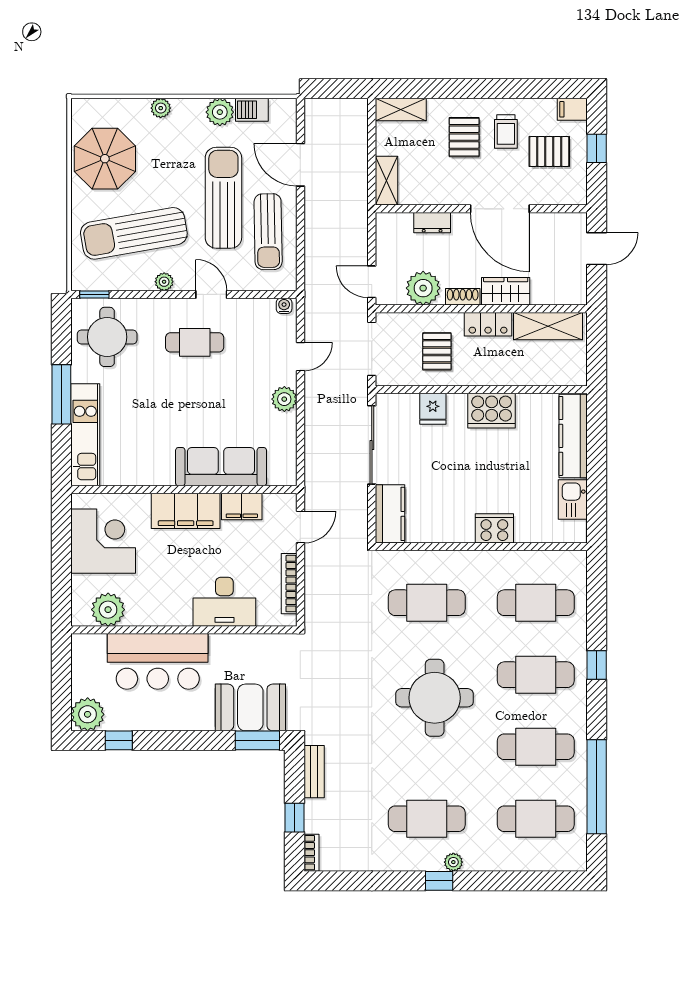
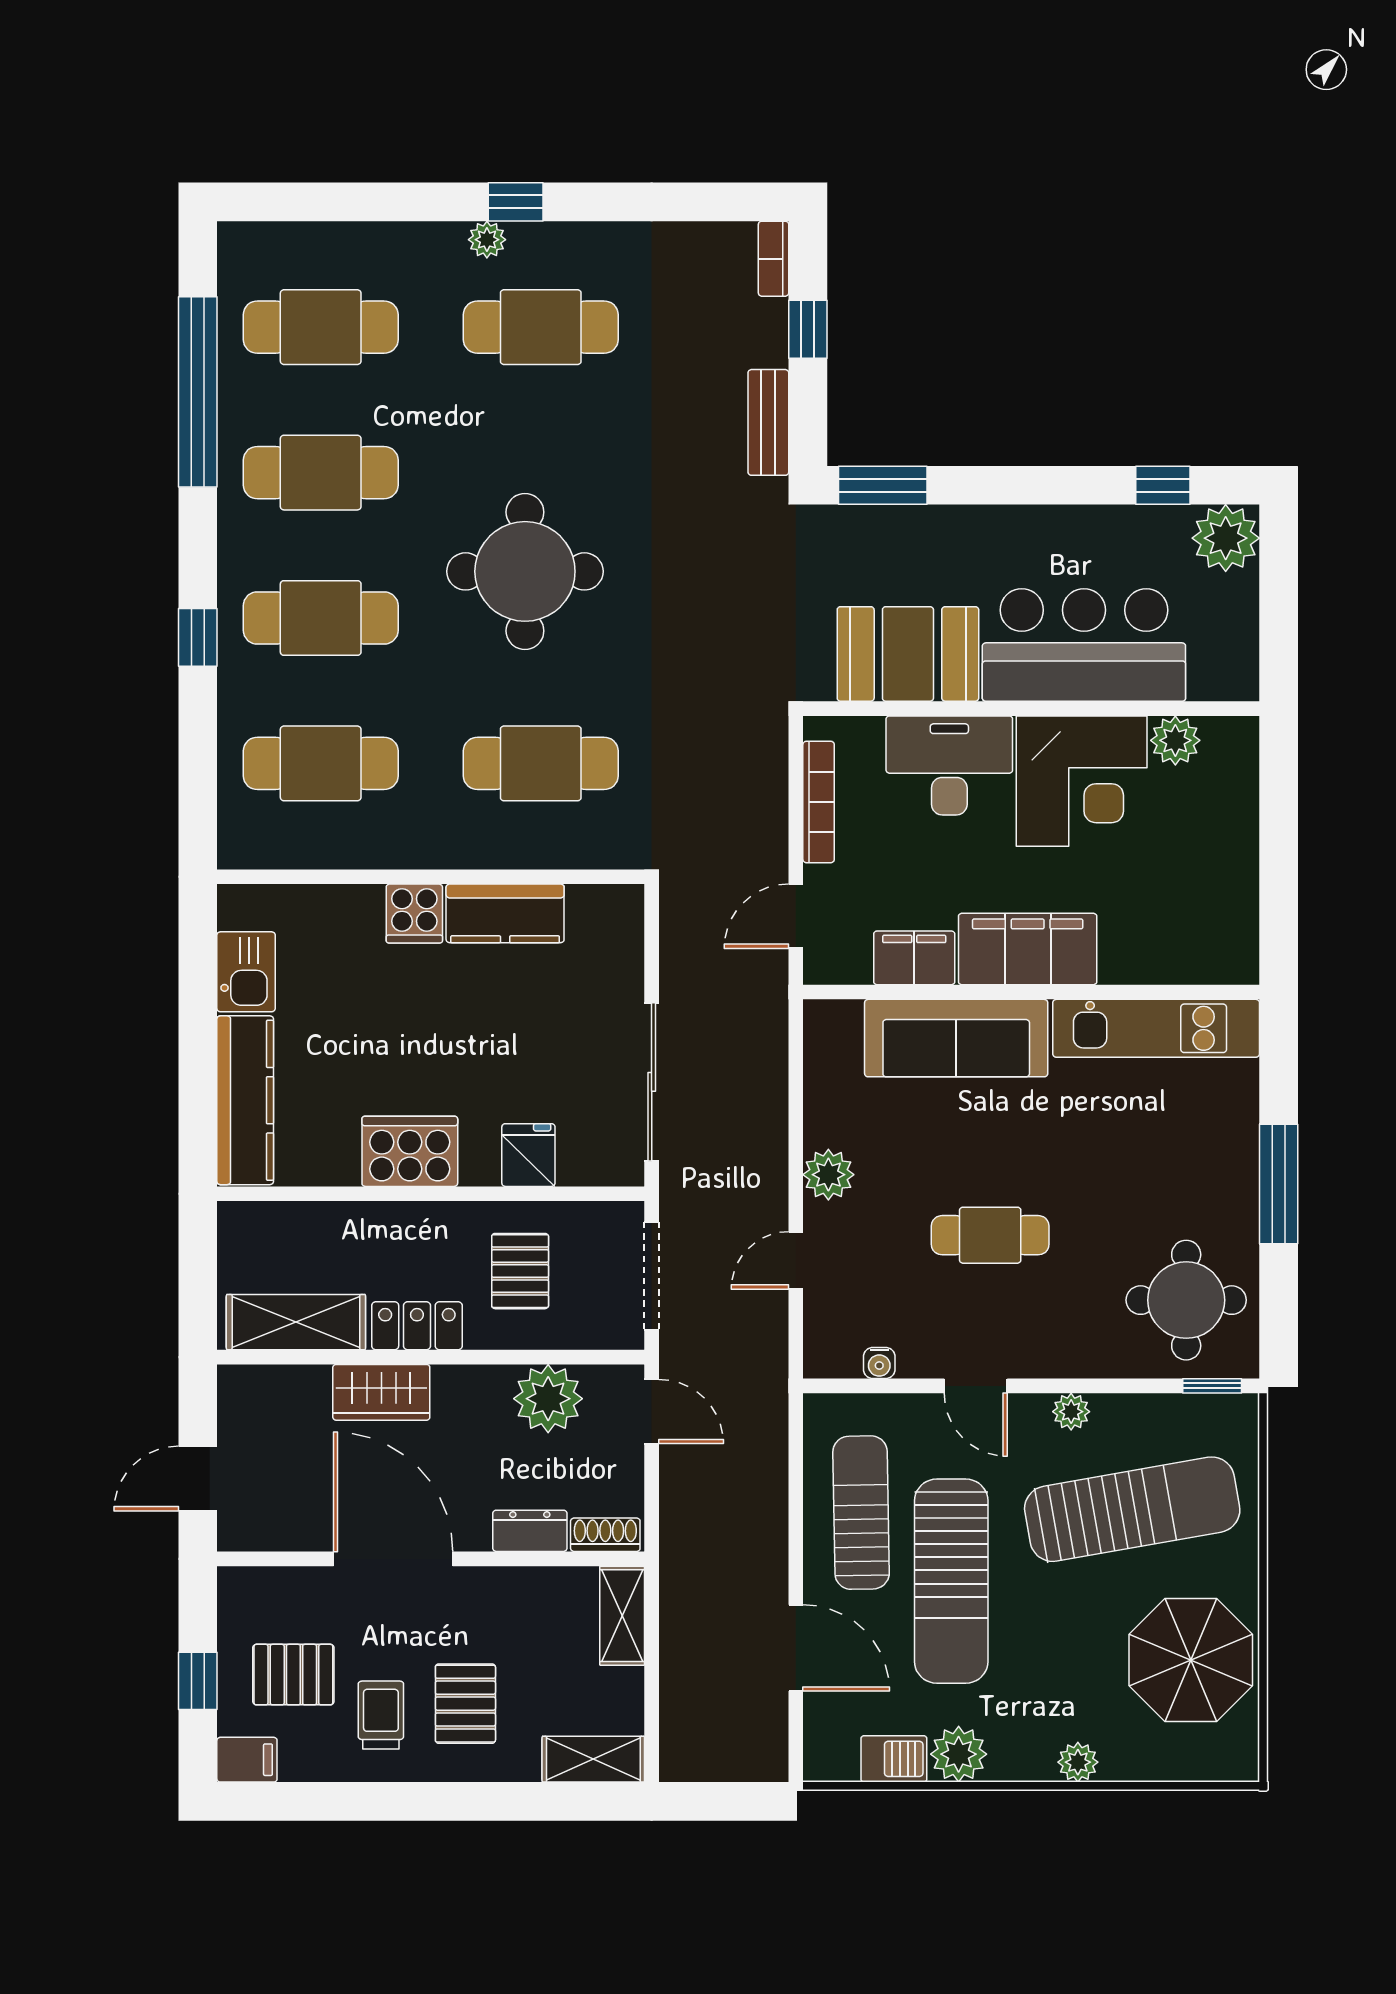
shoe rack: (463, 297) -> (605, 1535), moved, turned 180
water cooler: (284, 306) -> (879, 1363), moved
cafe table: (195, 342) -> (990, 1235), moved
kitchen unit: (85, 435) -> (1156, 1028), moved, turned -90
kitchen counter: (390, 514) -> (505, 913), moved, turned -90
cooker: (494, 528) -> (414, 914), width x0.73
corner desk: (103, 541) -> (1082, 781), moved, turned -90
plant: (108, 610) -> (1175, 740), width x0.73, depth x0.73
booth: (250, 707) -> (908, 654), moved

